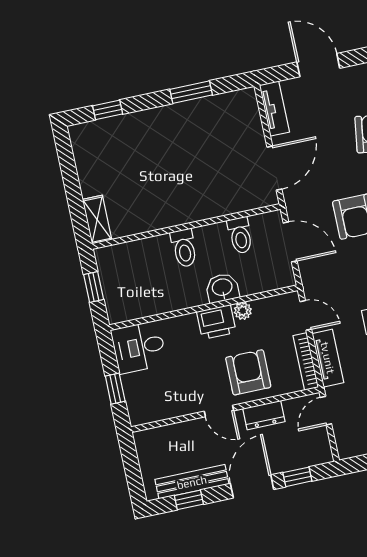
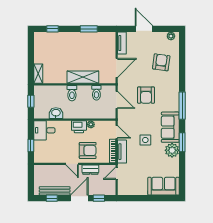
shelving: (201, 206) -> (83, 77), added
washbasin: (222, 288) -> (56, 113), moved
armchair: (248, 372) -> (88, 150), turned 90

